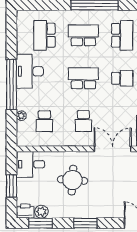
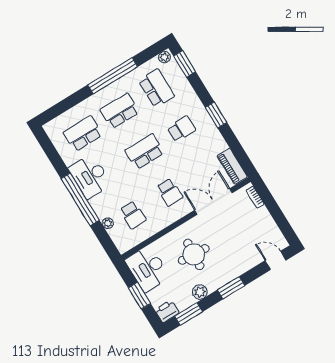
school desk: (44, 35) -> (83, 134), turned 90
desk: (30, 164) -> (148, 269), width x1.37
plant: (41, 212) -> (200, 292), moved

